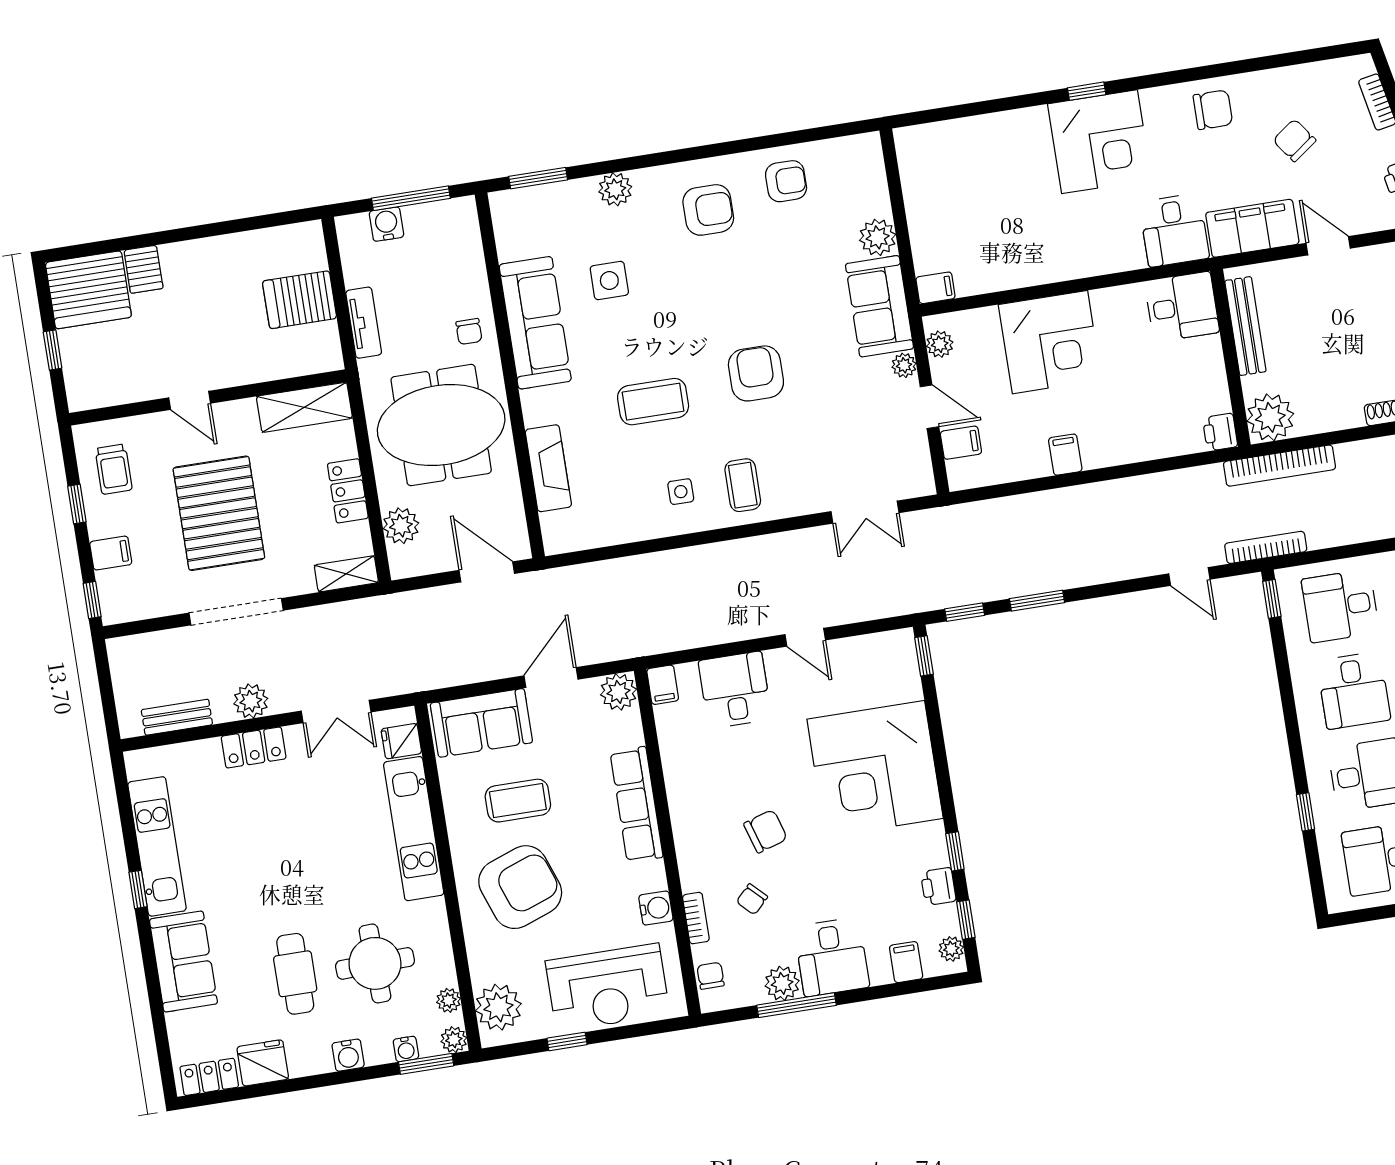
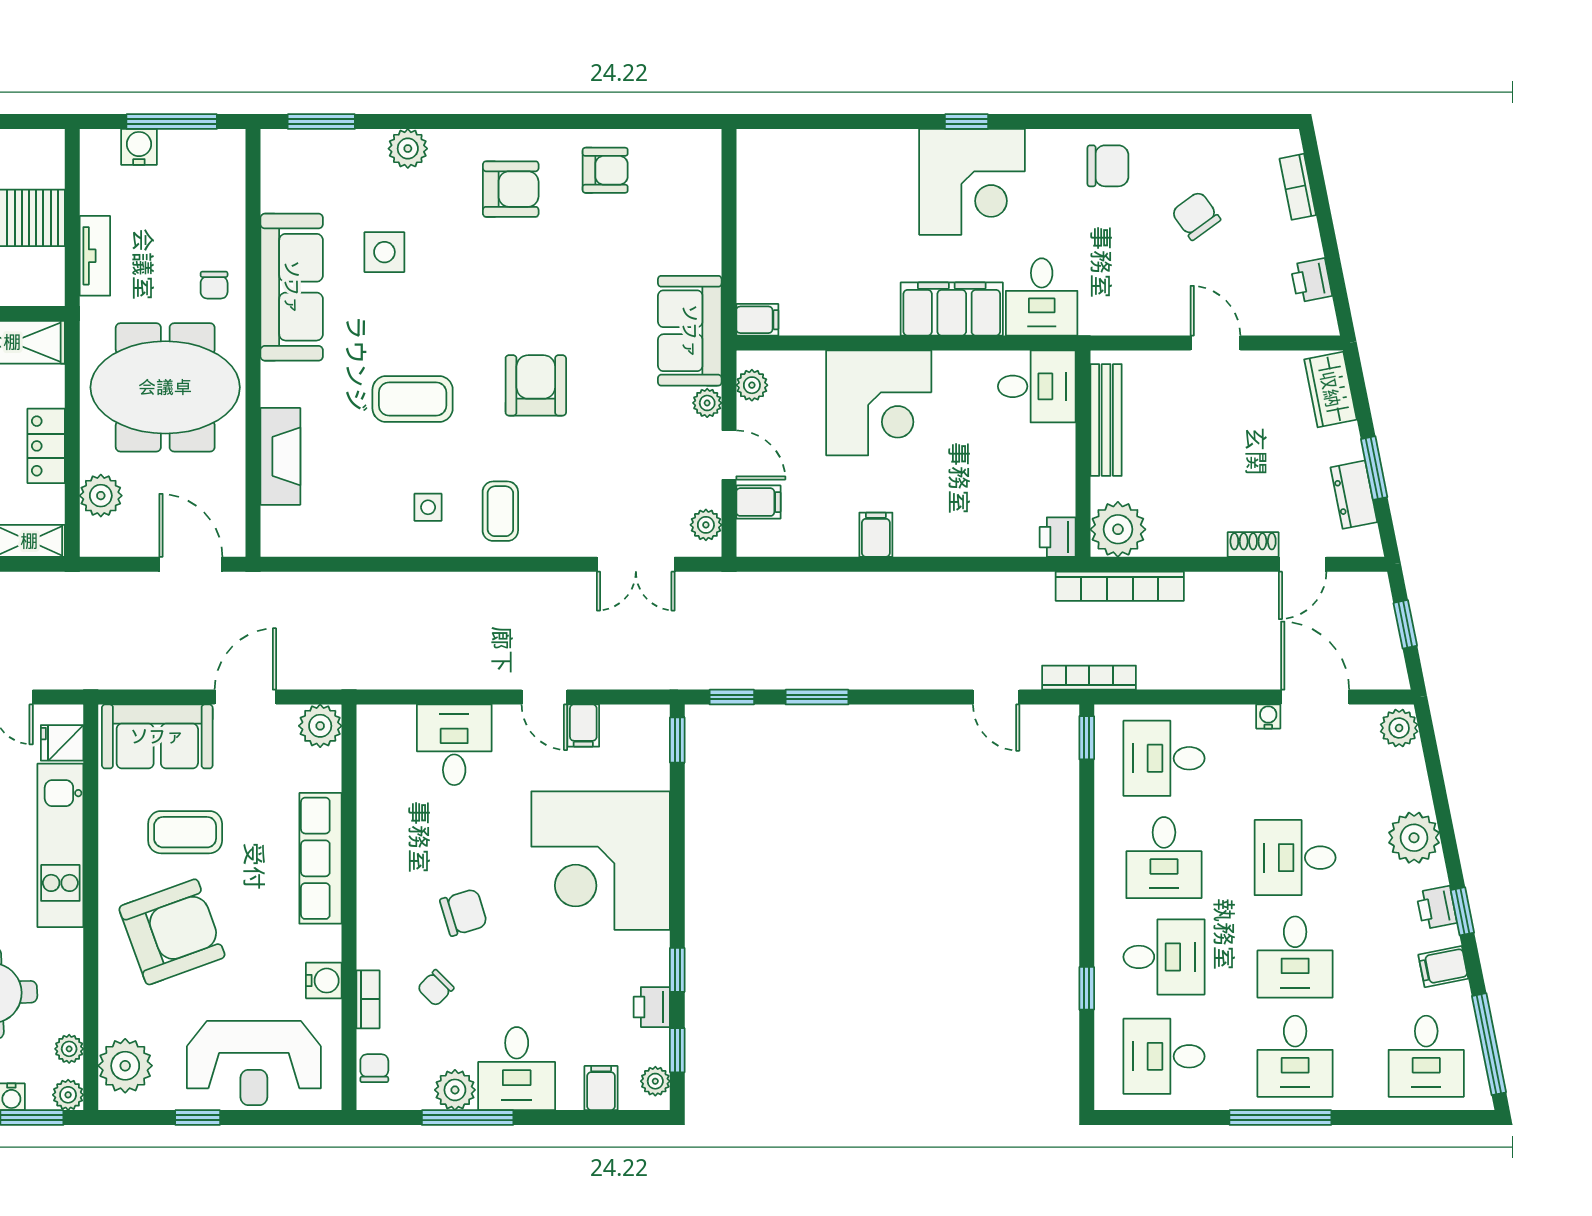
filing cabinet: (1252, 228) -> (952, 309), moved
plant: (878, 237) -> (706, 525), moved, width x0.73, depth x0.73
filing cabinet: (663, 685) -> (583, 726), moved

